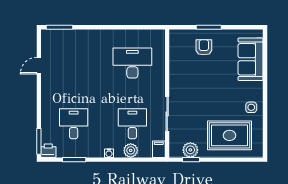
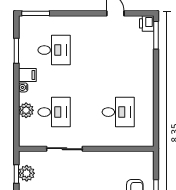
desk: (132, 63) -> (118, 112), width x0.73
filing cabinet: (159, 149) -> (27, 75), moved
printer: (48, 151) -> (147, 23), moved, turned 180

